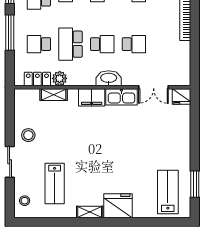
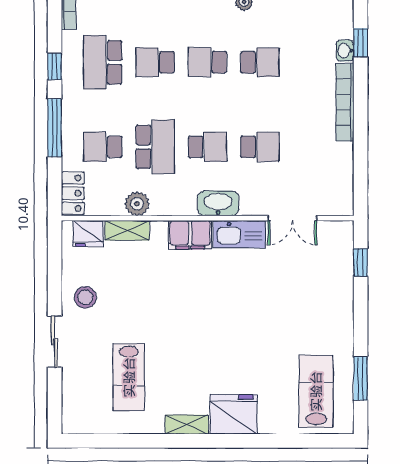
school desk: (71, 44) -> (155, 147), turned 180
locker: (37, 79) -> (73, 193), moved, turned 90
fridge: (181, 96) -> (88, 233), moved
window: (195, 114) -> (361, 262), added
stool: (25, 201) -> (79, 406), removed

